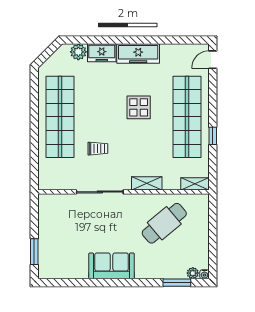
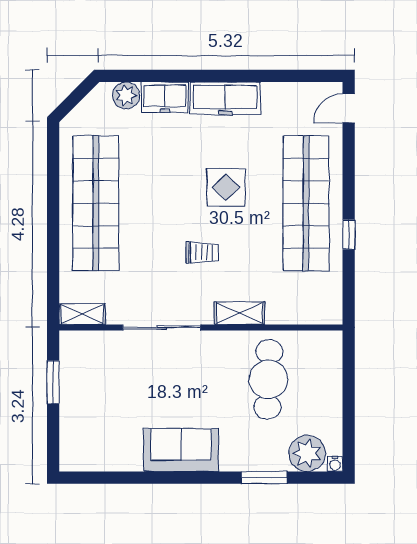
trolley: (98, 149) -> (202, 252), moved
shelving: (195, 184) -> (82, 314), moved
cafe table: (164, 223) -> (268, 379), turned -48
window: (34, 252) -> (53, 382), moved
plant: (193, 273) -> (307, 453), width x1.88, depth x1.88
window: (177, 283) -> (264, 478), moved

